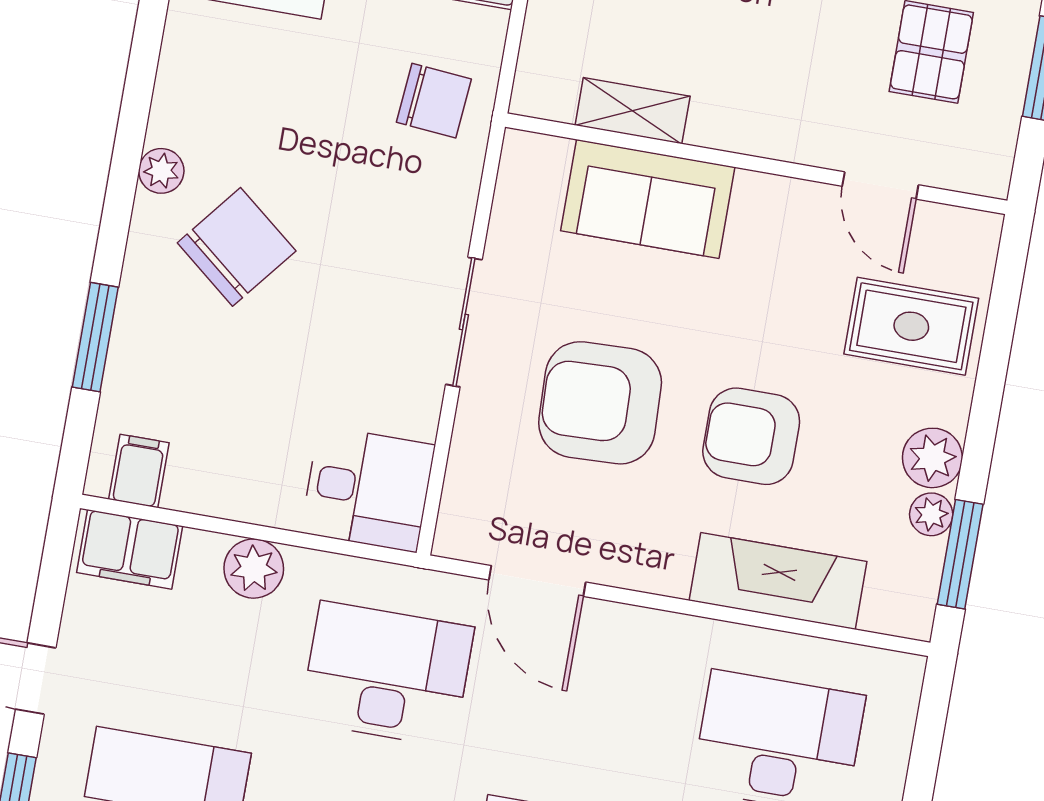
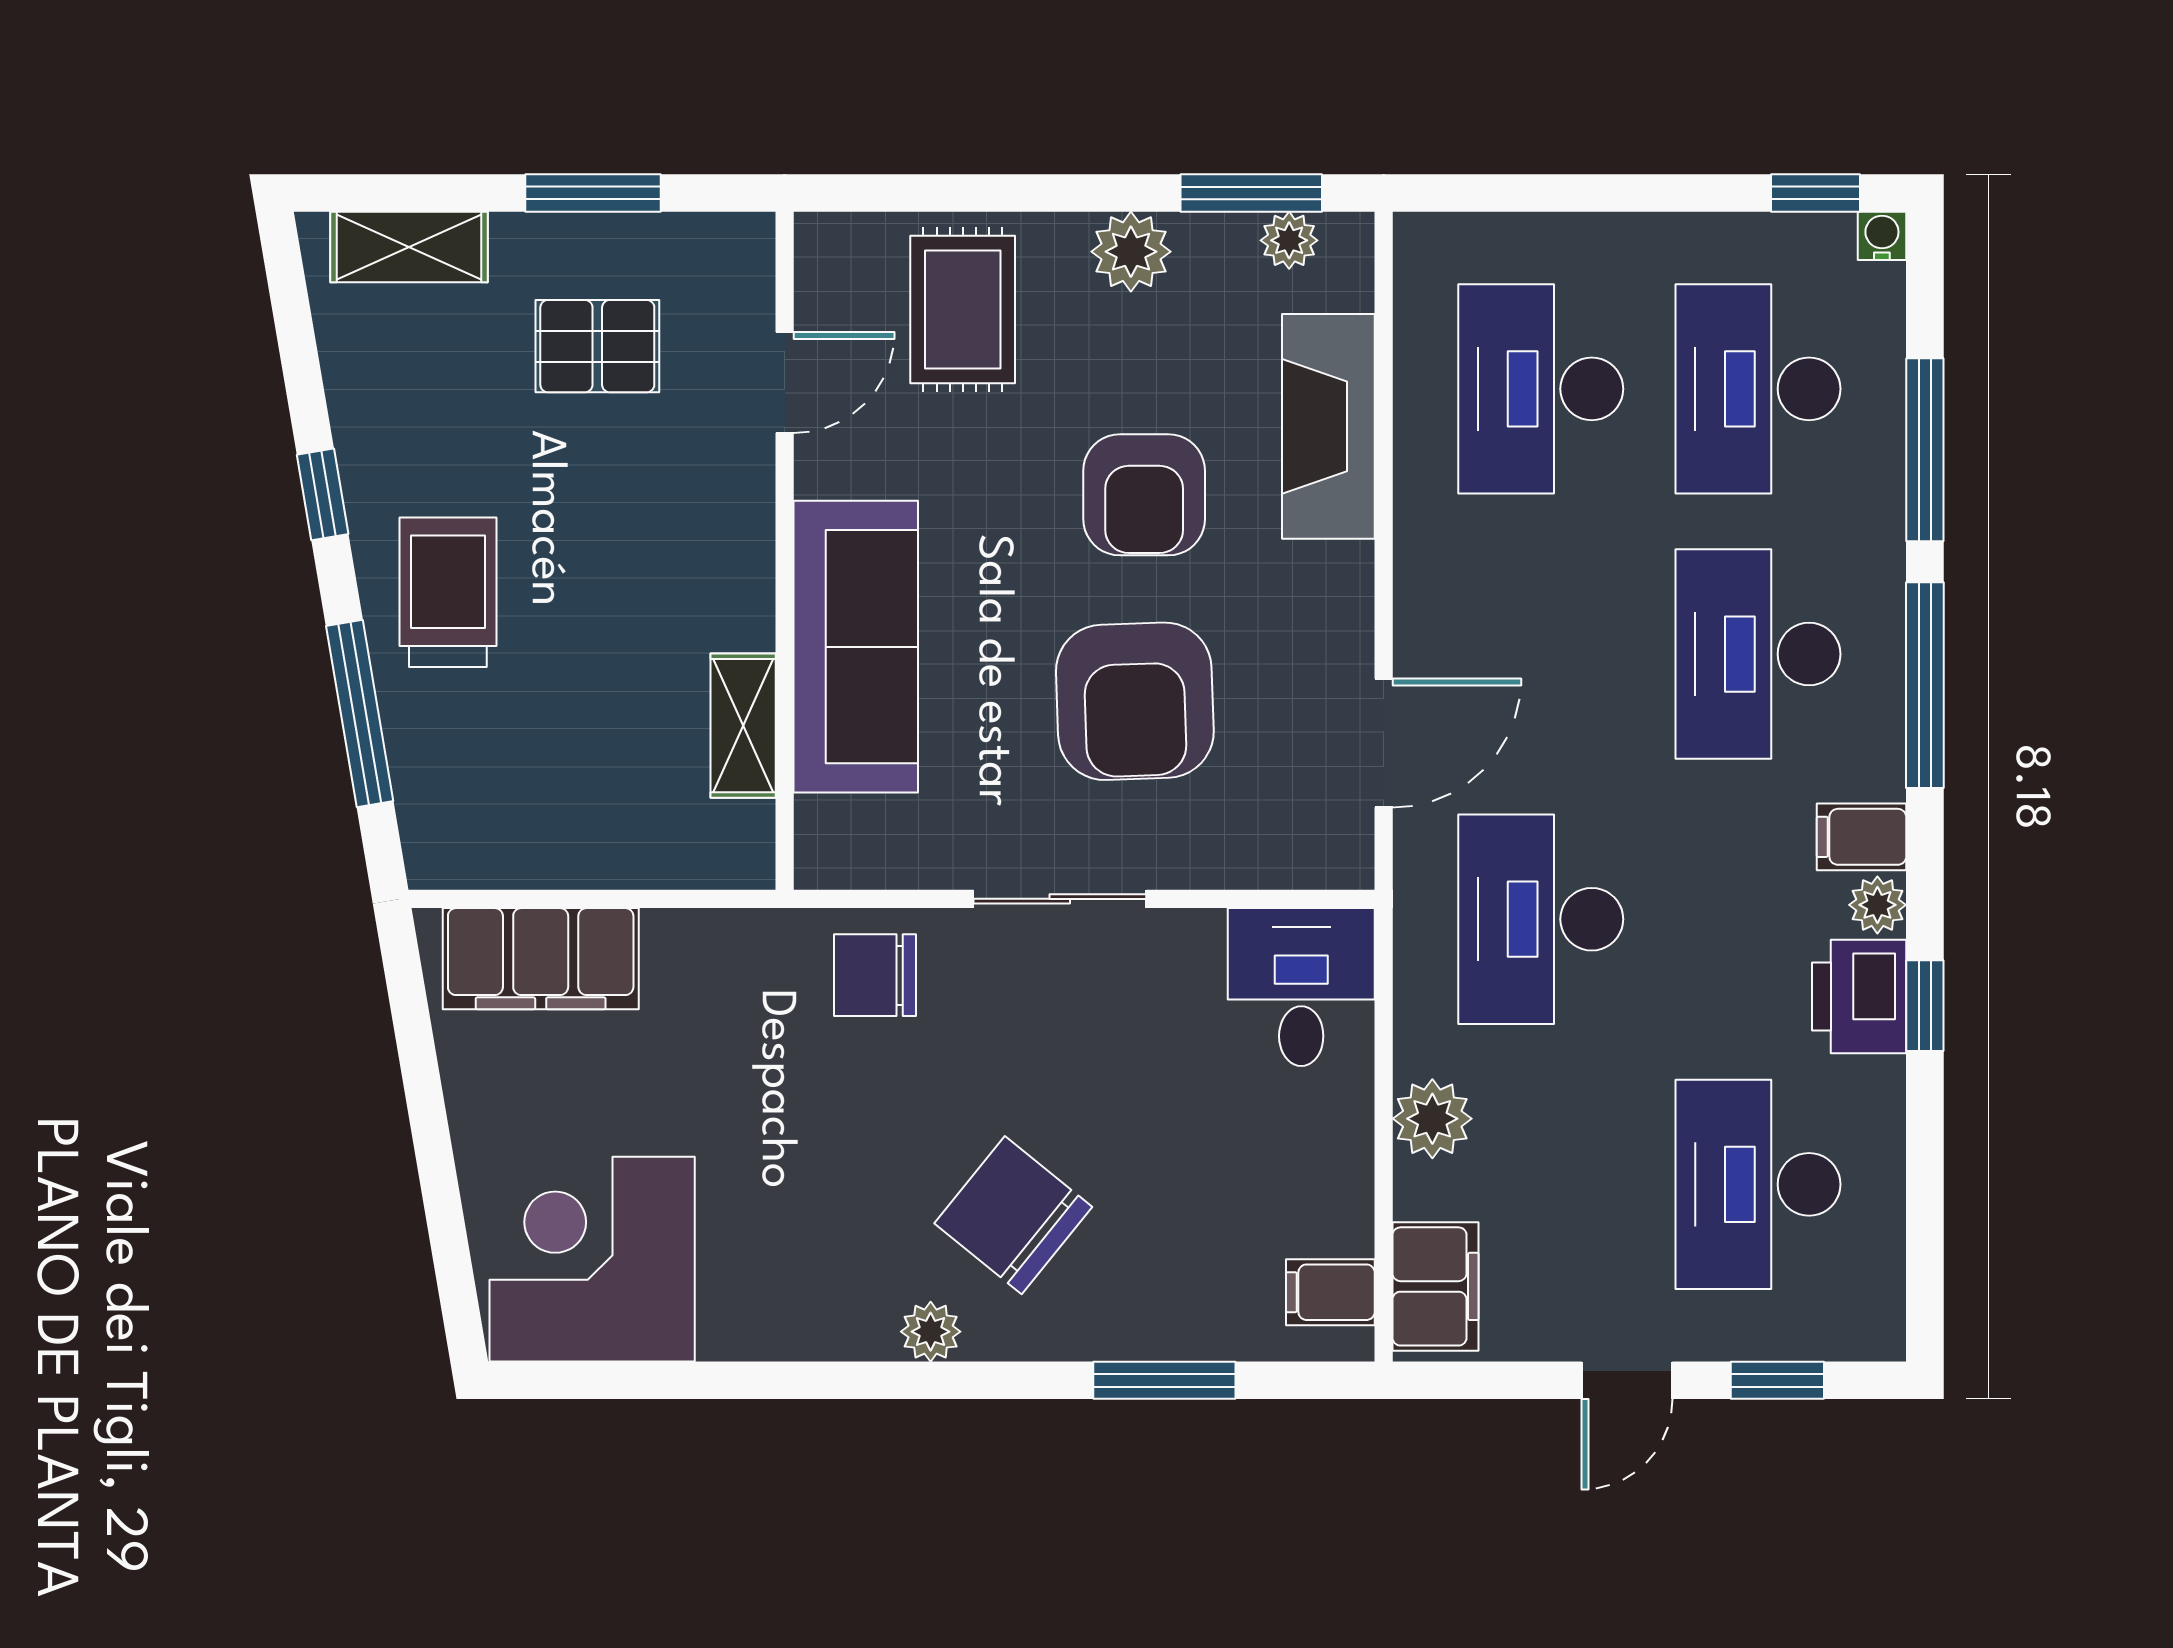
chair: (434, 101) -> (875, 975), moved, turned -95
sofa: (648, 199) -> (856, 647), width x1.36
plant: (931, 514) -> (1289, 240), moved

